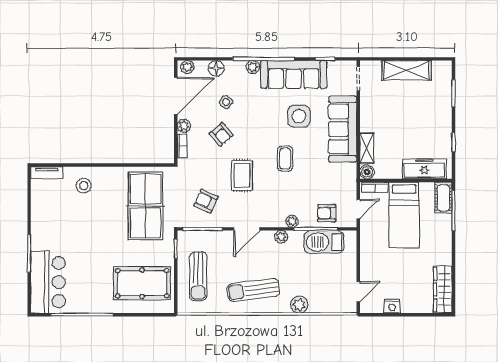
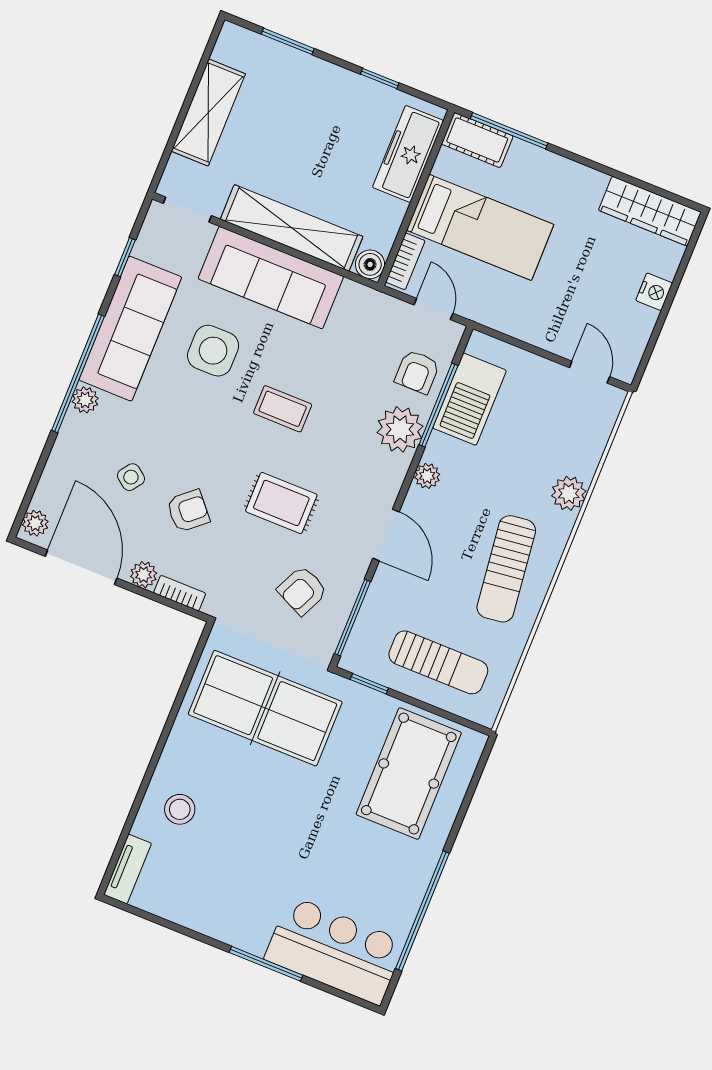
floor lamp: (216, 68) -> (60, 470), removed
shelving: (367, 148) -> (292, 228), width x2.20, depth x1.33
plant: (292, 221) -> (400, 429), width x1.88, depth x1.88
nightstand: (392, 306) -> (654, 292), moved

